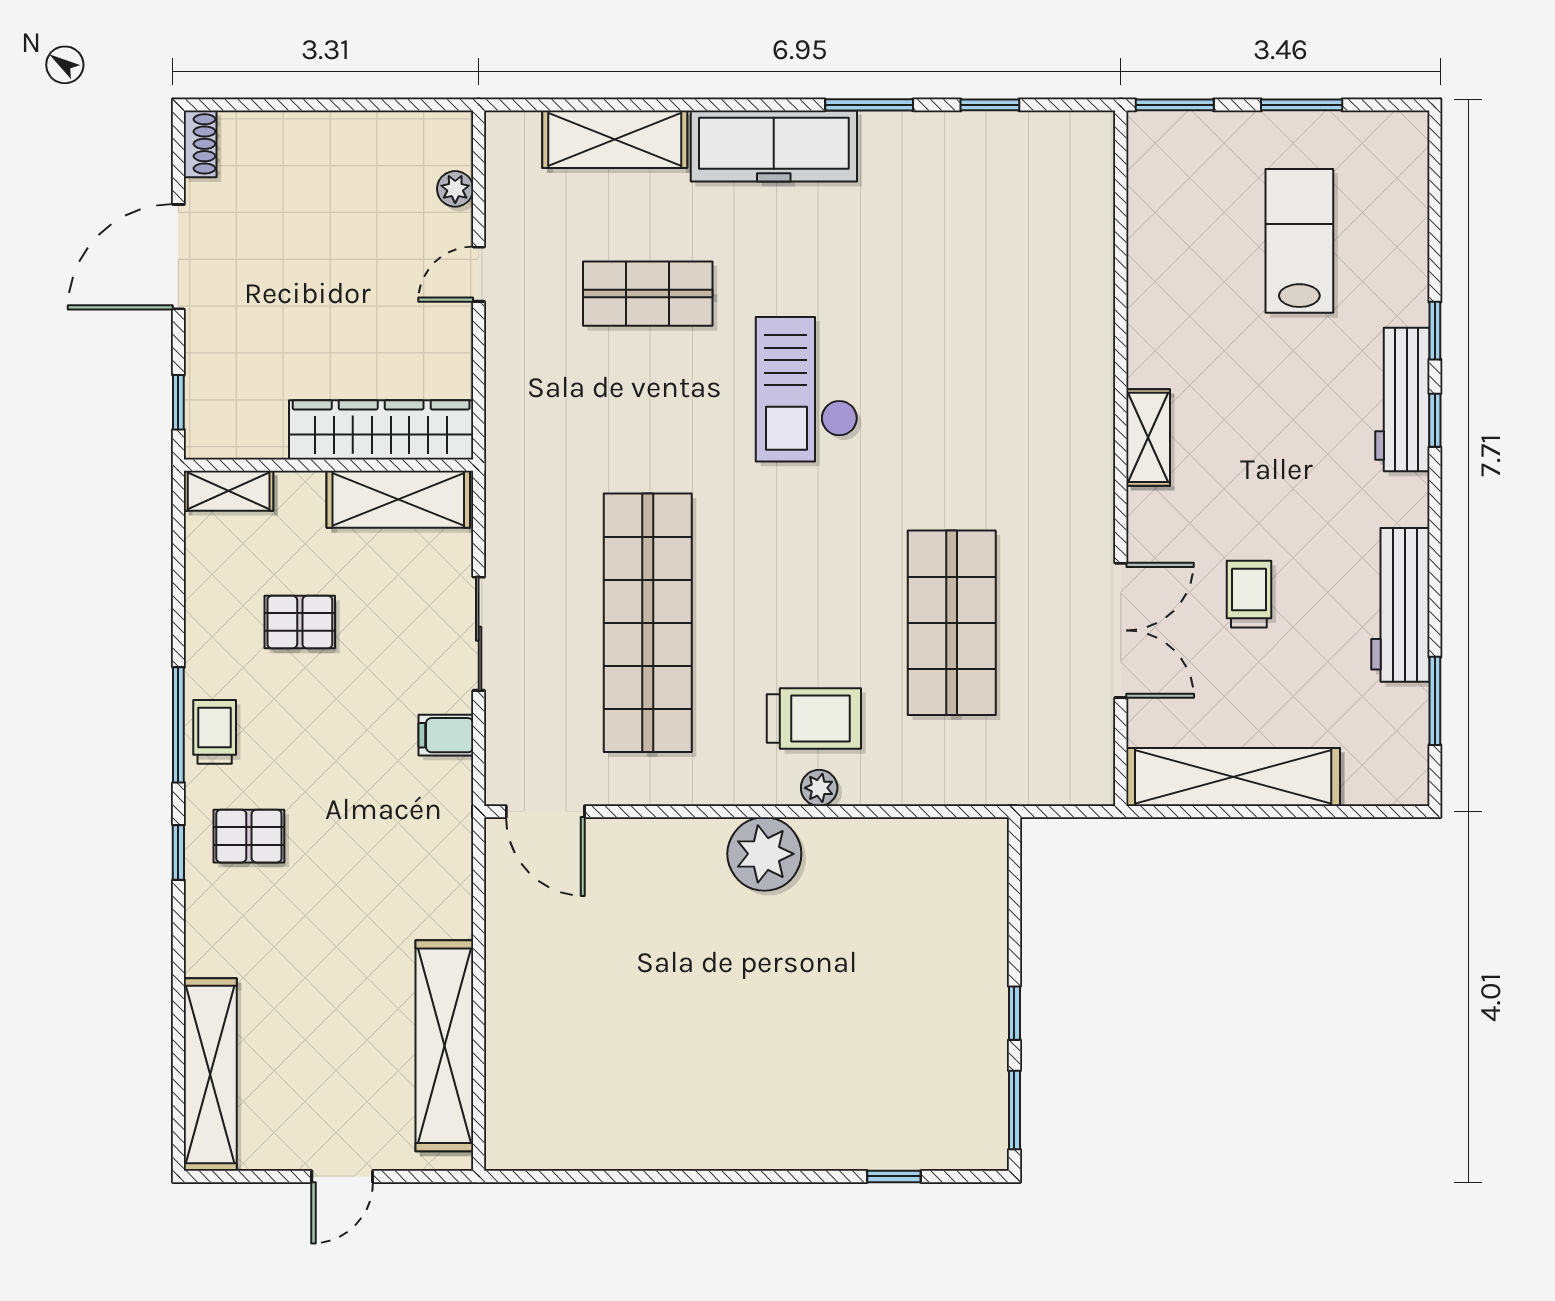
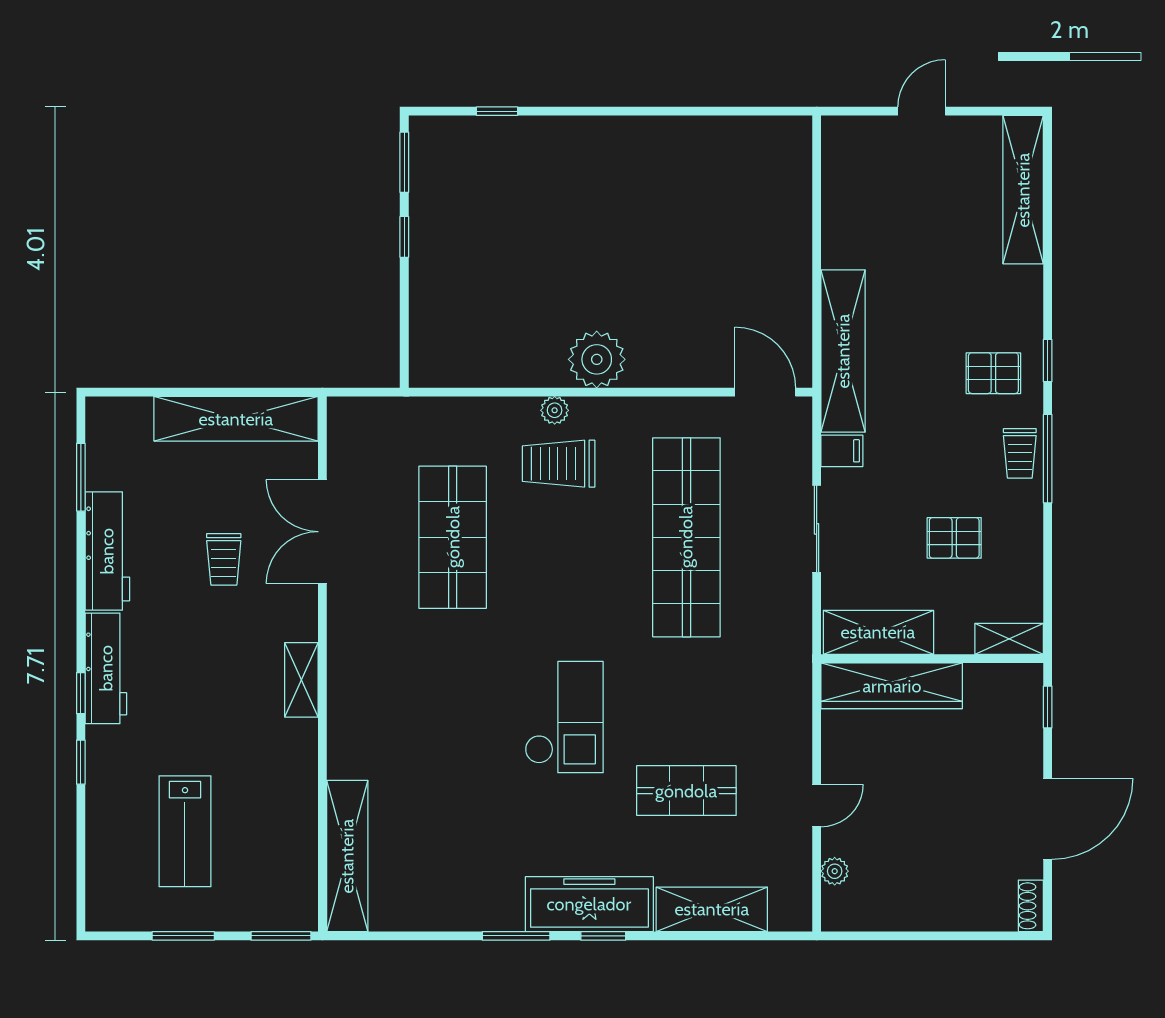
window: (990, 105) -> (603, 936), moved
shelving: (1088, 209) -> (347, 856), added
workbench: (1402, 400) -> (106, 668), moved
shelving: (444, 1046) -> (843, 351), moved

